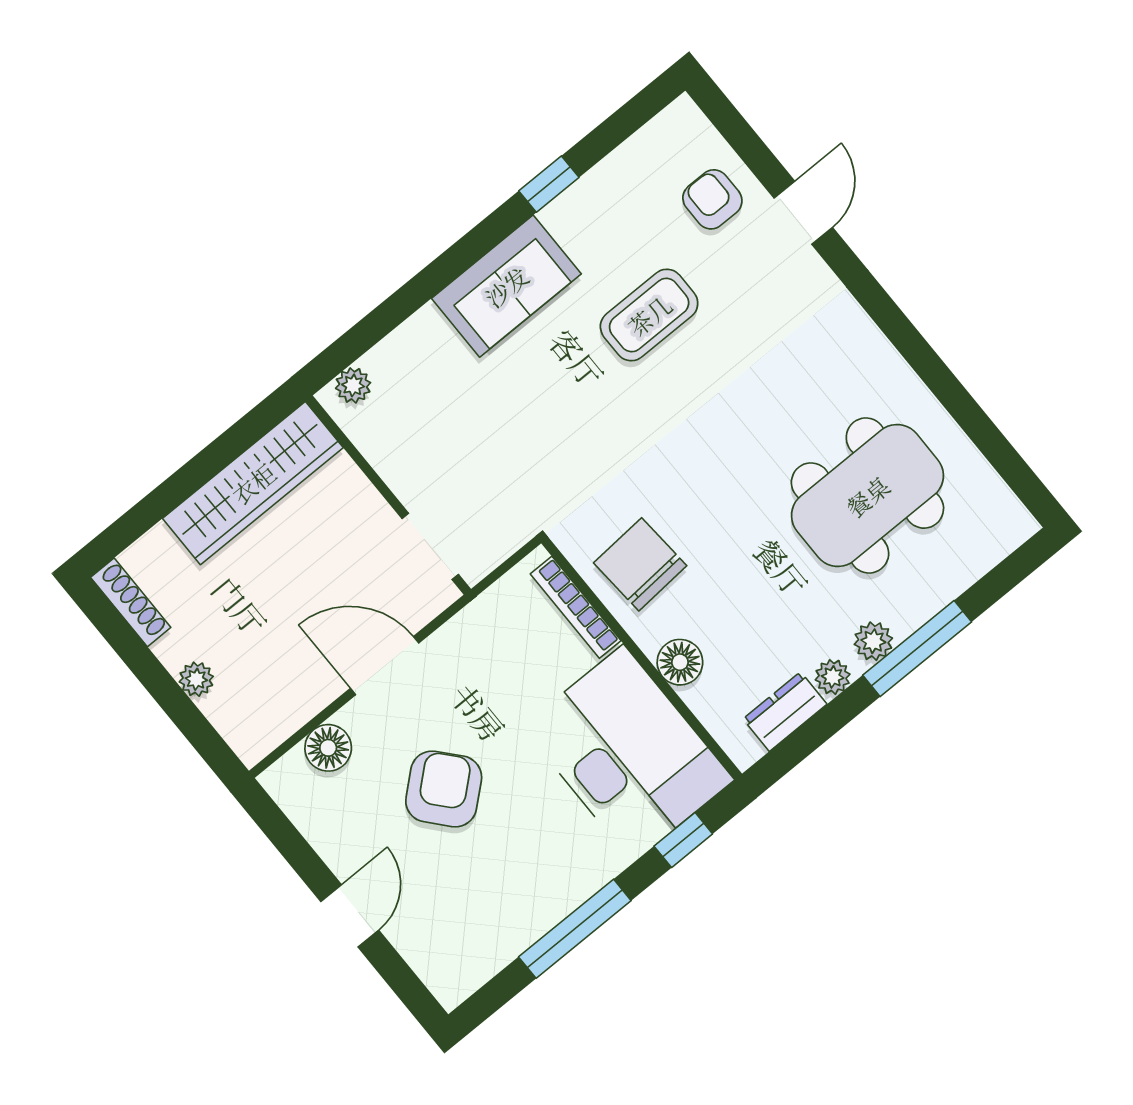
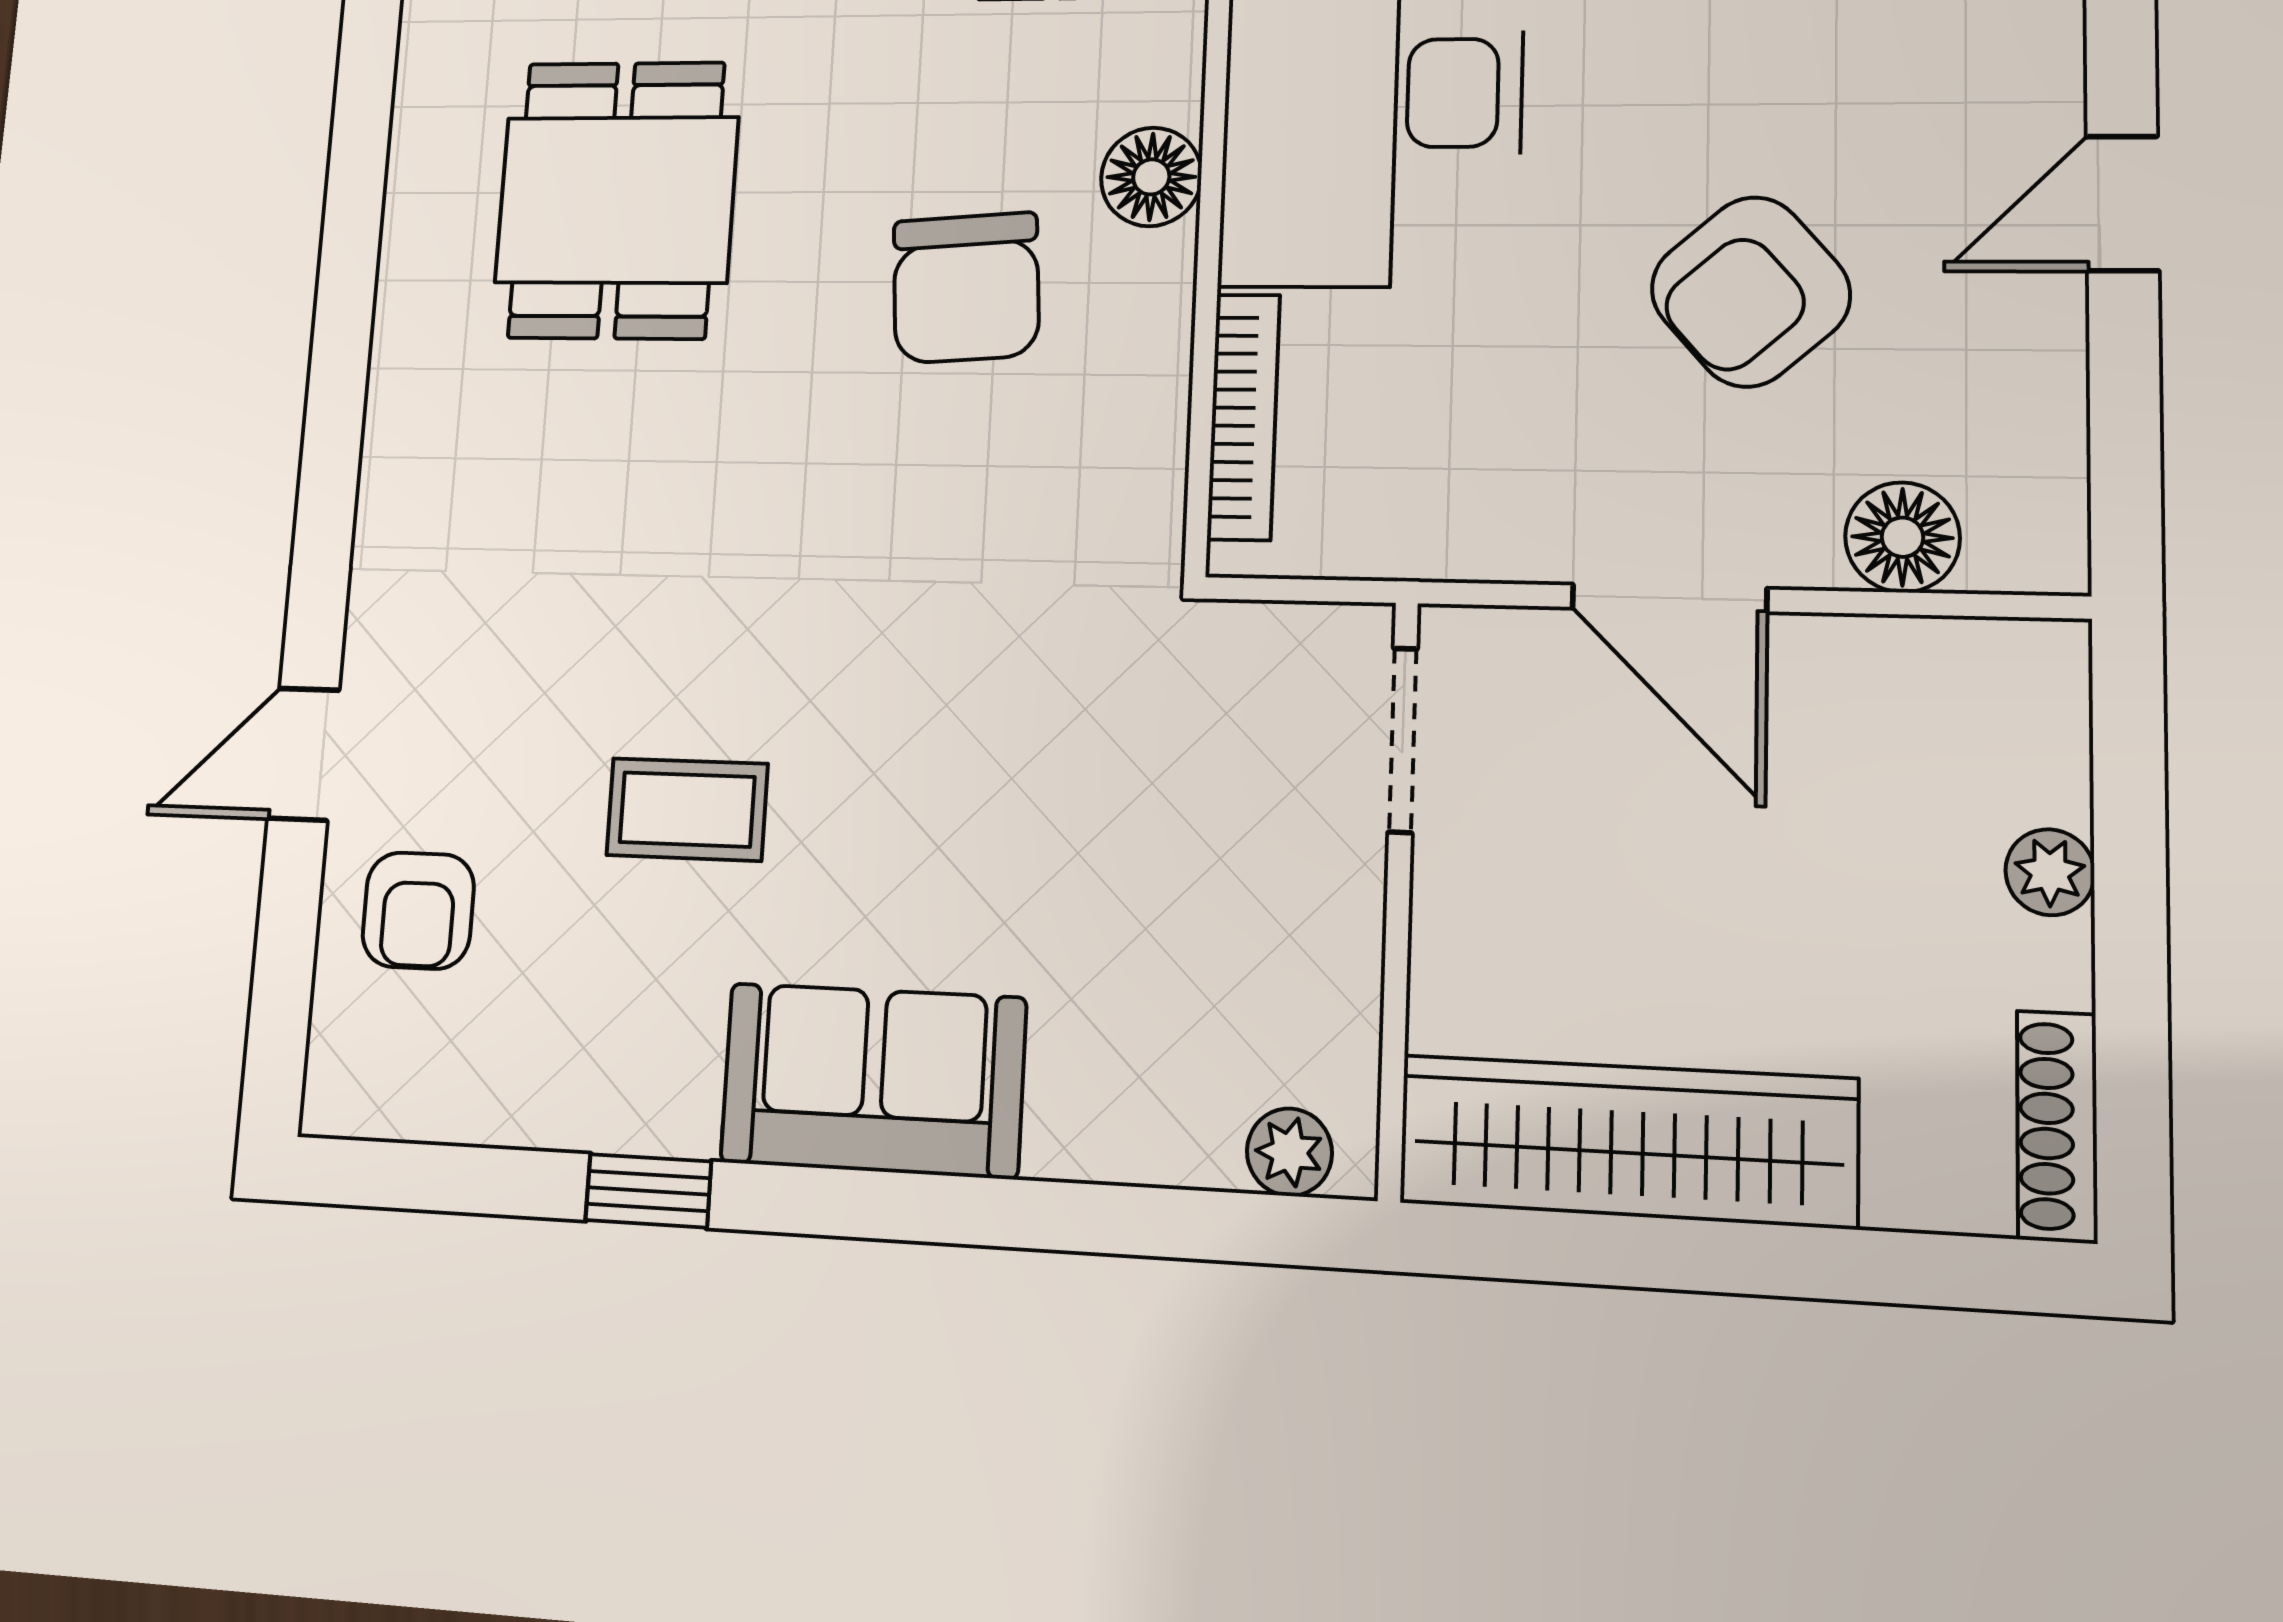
coffee table: (649, 315) -> (687, 810), width x0.73, depth x0.77
dining table: (867, 496) -> (616, 200), width x0.73
chair: (640, 564) -> (966, 288), moved

